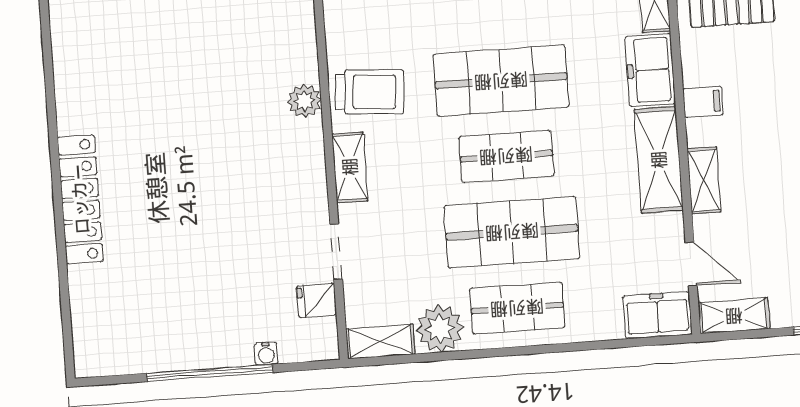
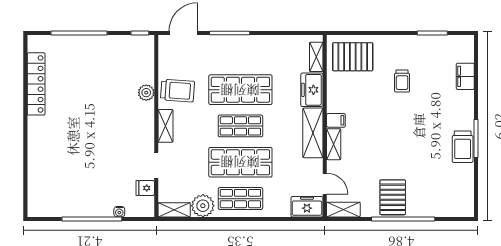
filing cabinet: (703, 102) -> (336, 120), moved
locker: (80, 199) -> (36, 84), moved

